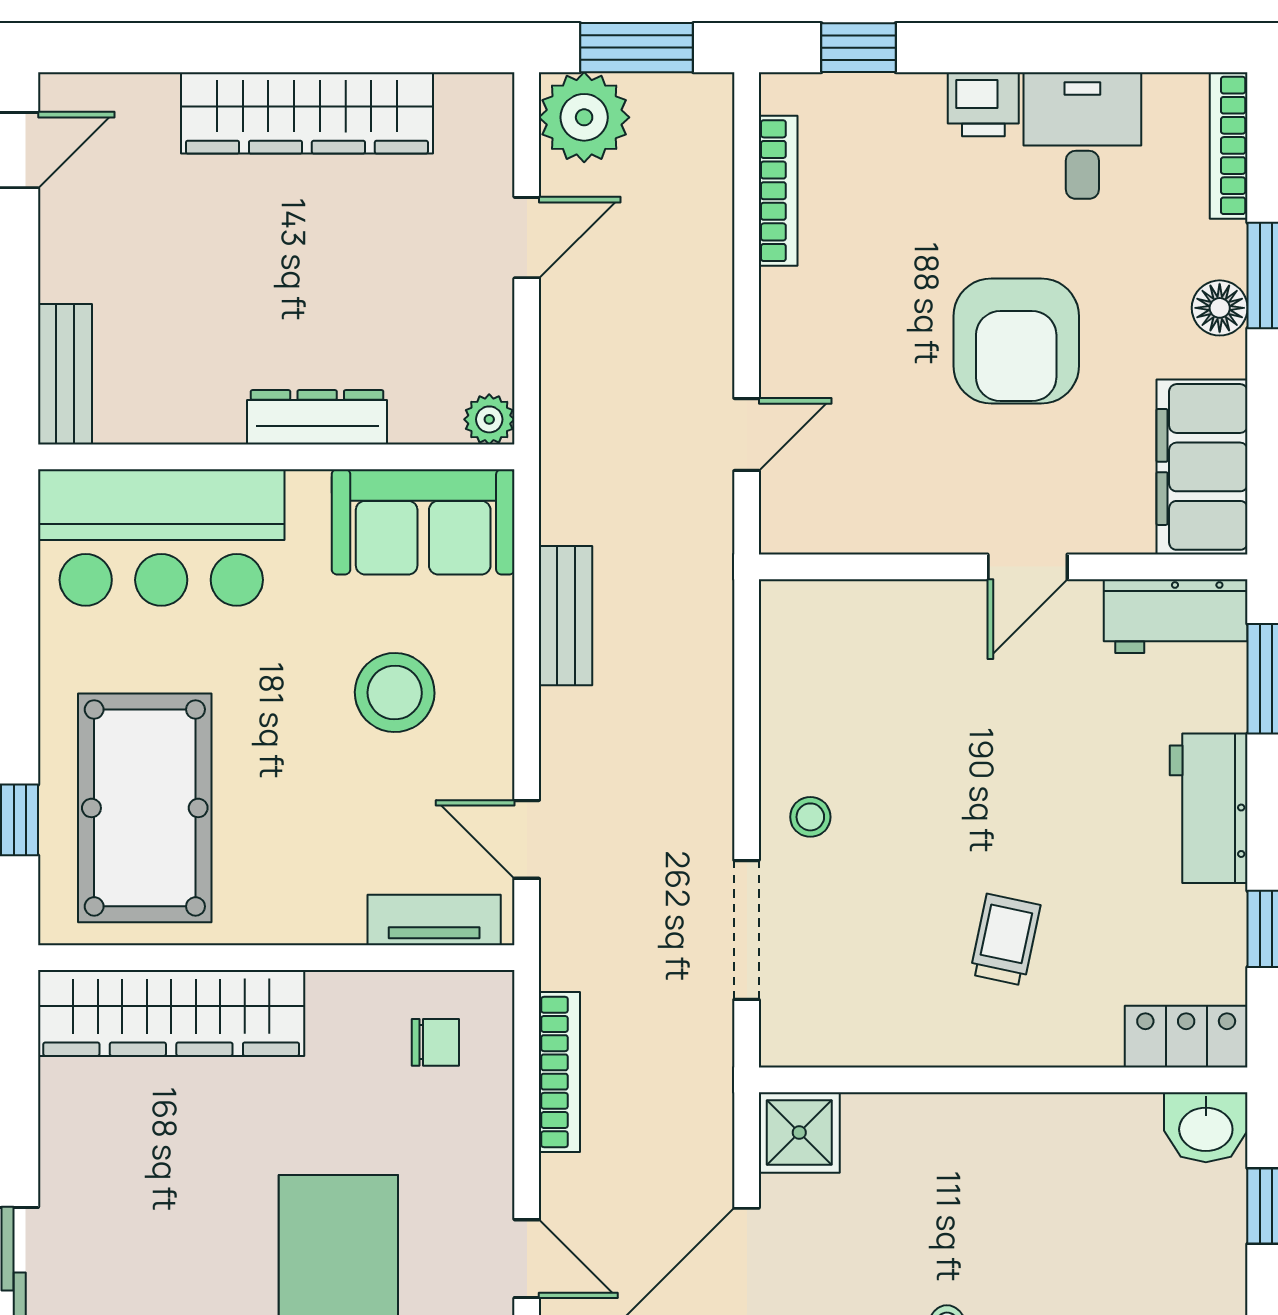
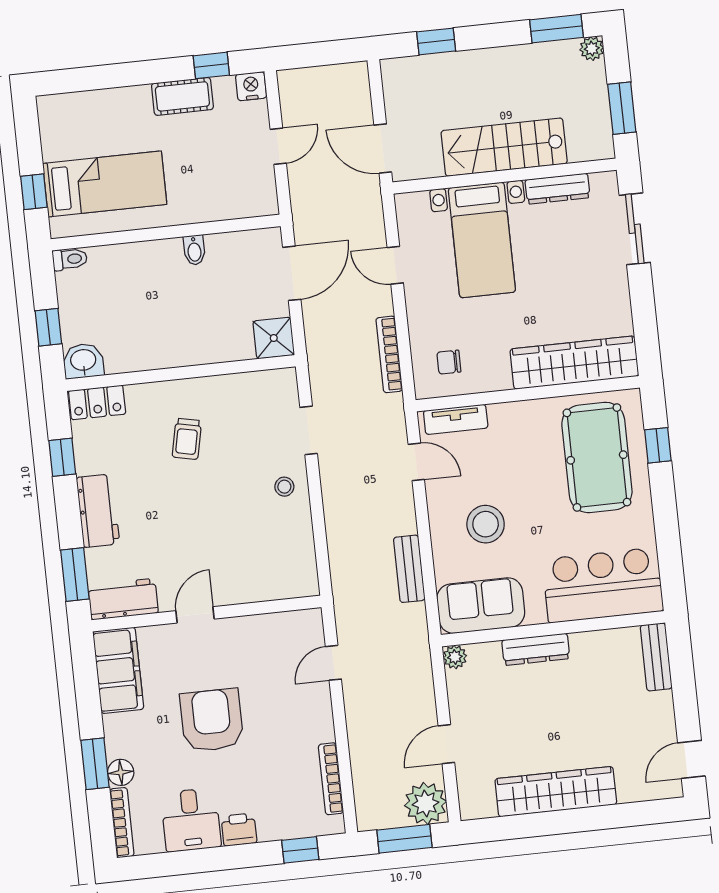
floor lamp: (1220, 308) -> (121, 772), moved
doorway: (747, 930) -> (309, 430), width x0.73

